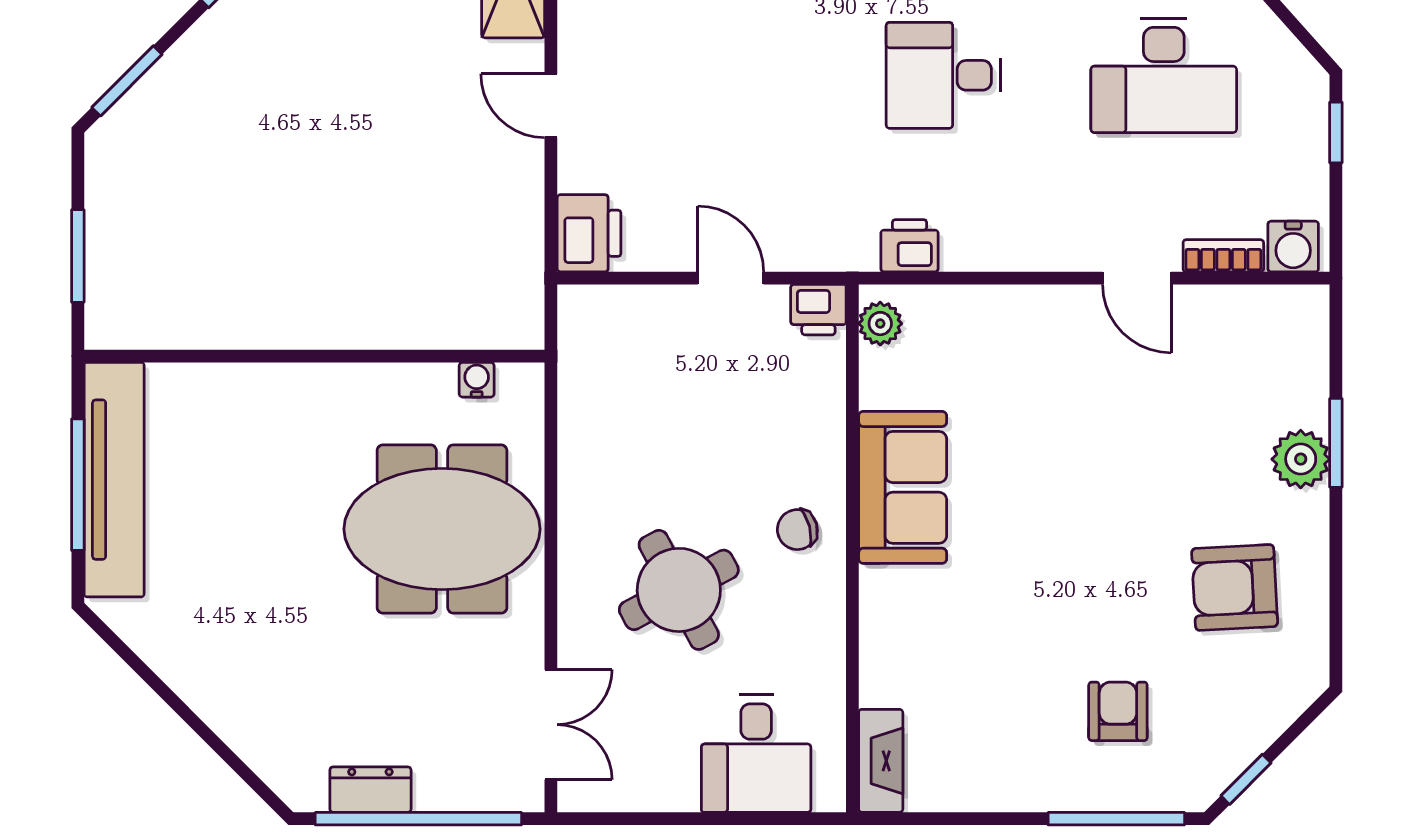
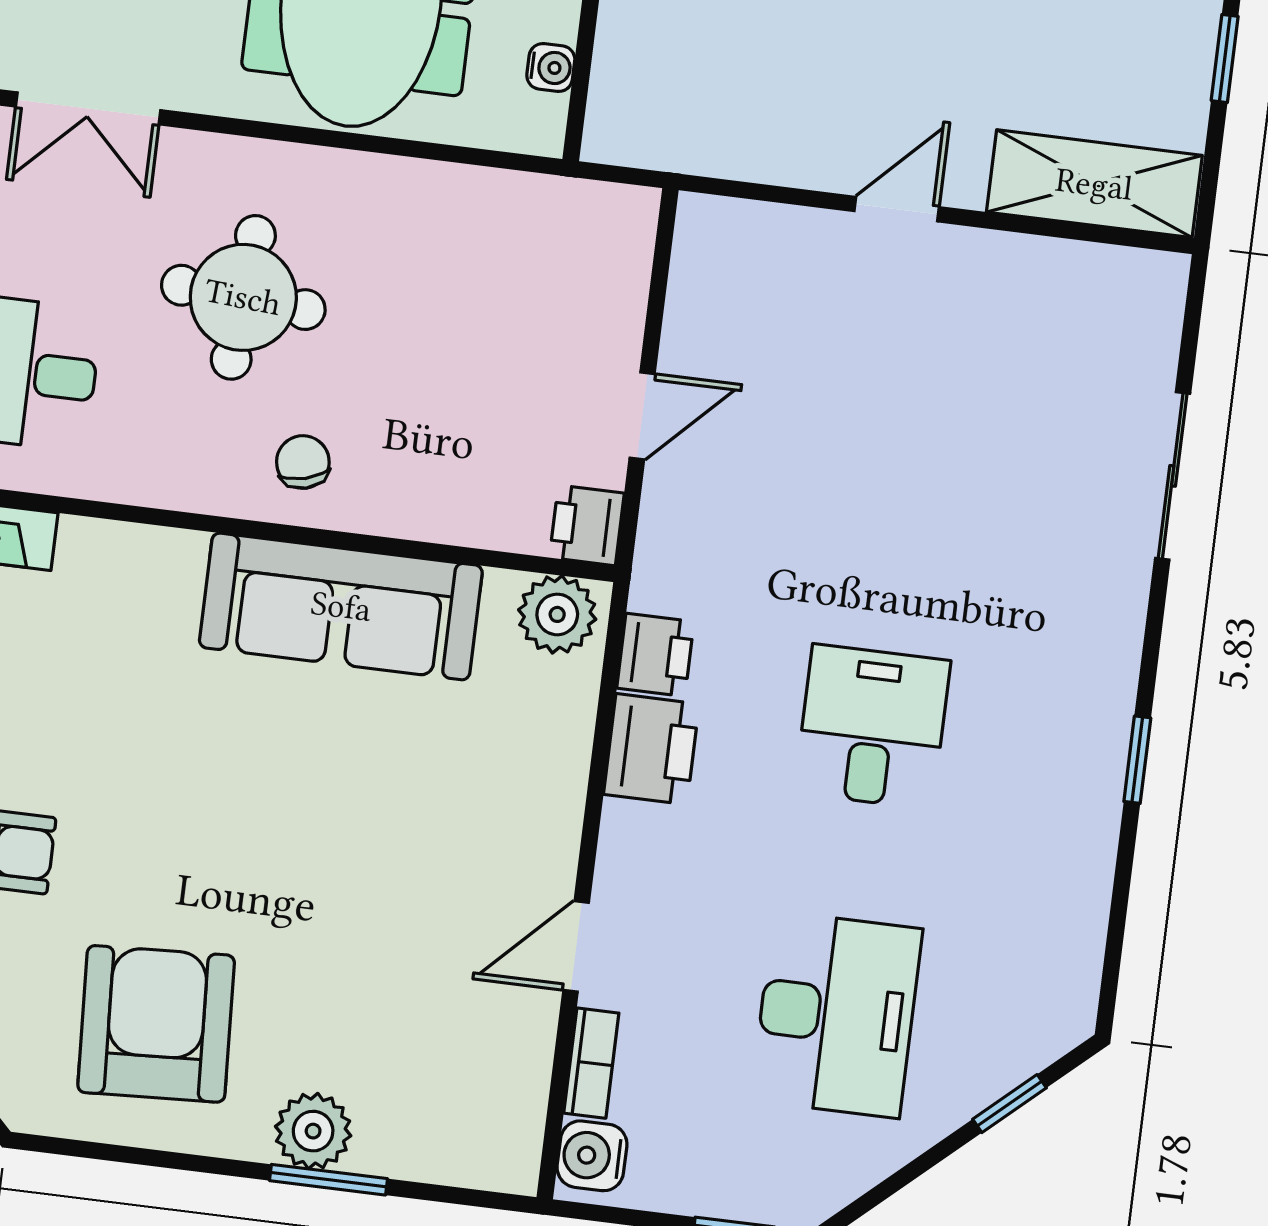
desk: (1164, 75) -> (837, 1015), turned 180
printer: (589, 233) -> (651, 749), moved, turned -90
plant: (880, 324) -> (557, 614), width x1.38, depth x1.38
sofa: (903, 487) -> (341, 606), width x1.36
armchair: (1235, 587) -> (156, 1024), width x1.36, depth x1.36
round table: (679, 590) -> (243, 297), turned 32

